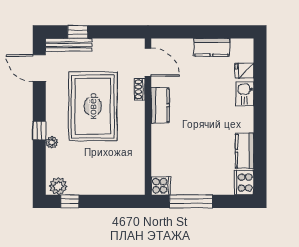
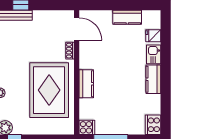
kitchen counter: (160, 105) -> (86, 84), moved
rug: (93, 106) -> (49, 90), moved
kitchen counter: (245, 151) -> (153, 79), moved

